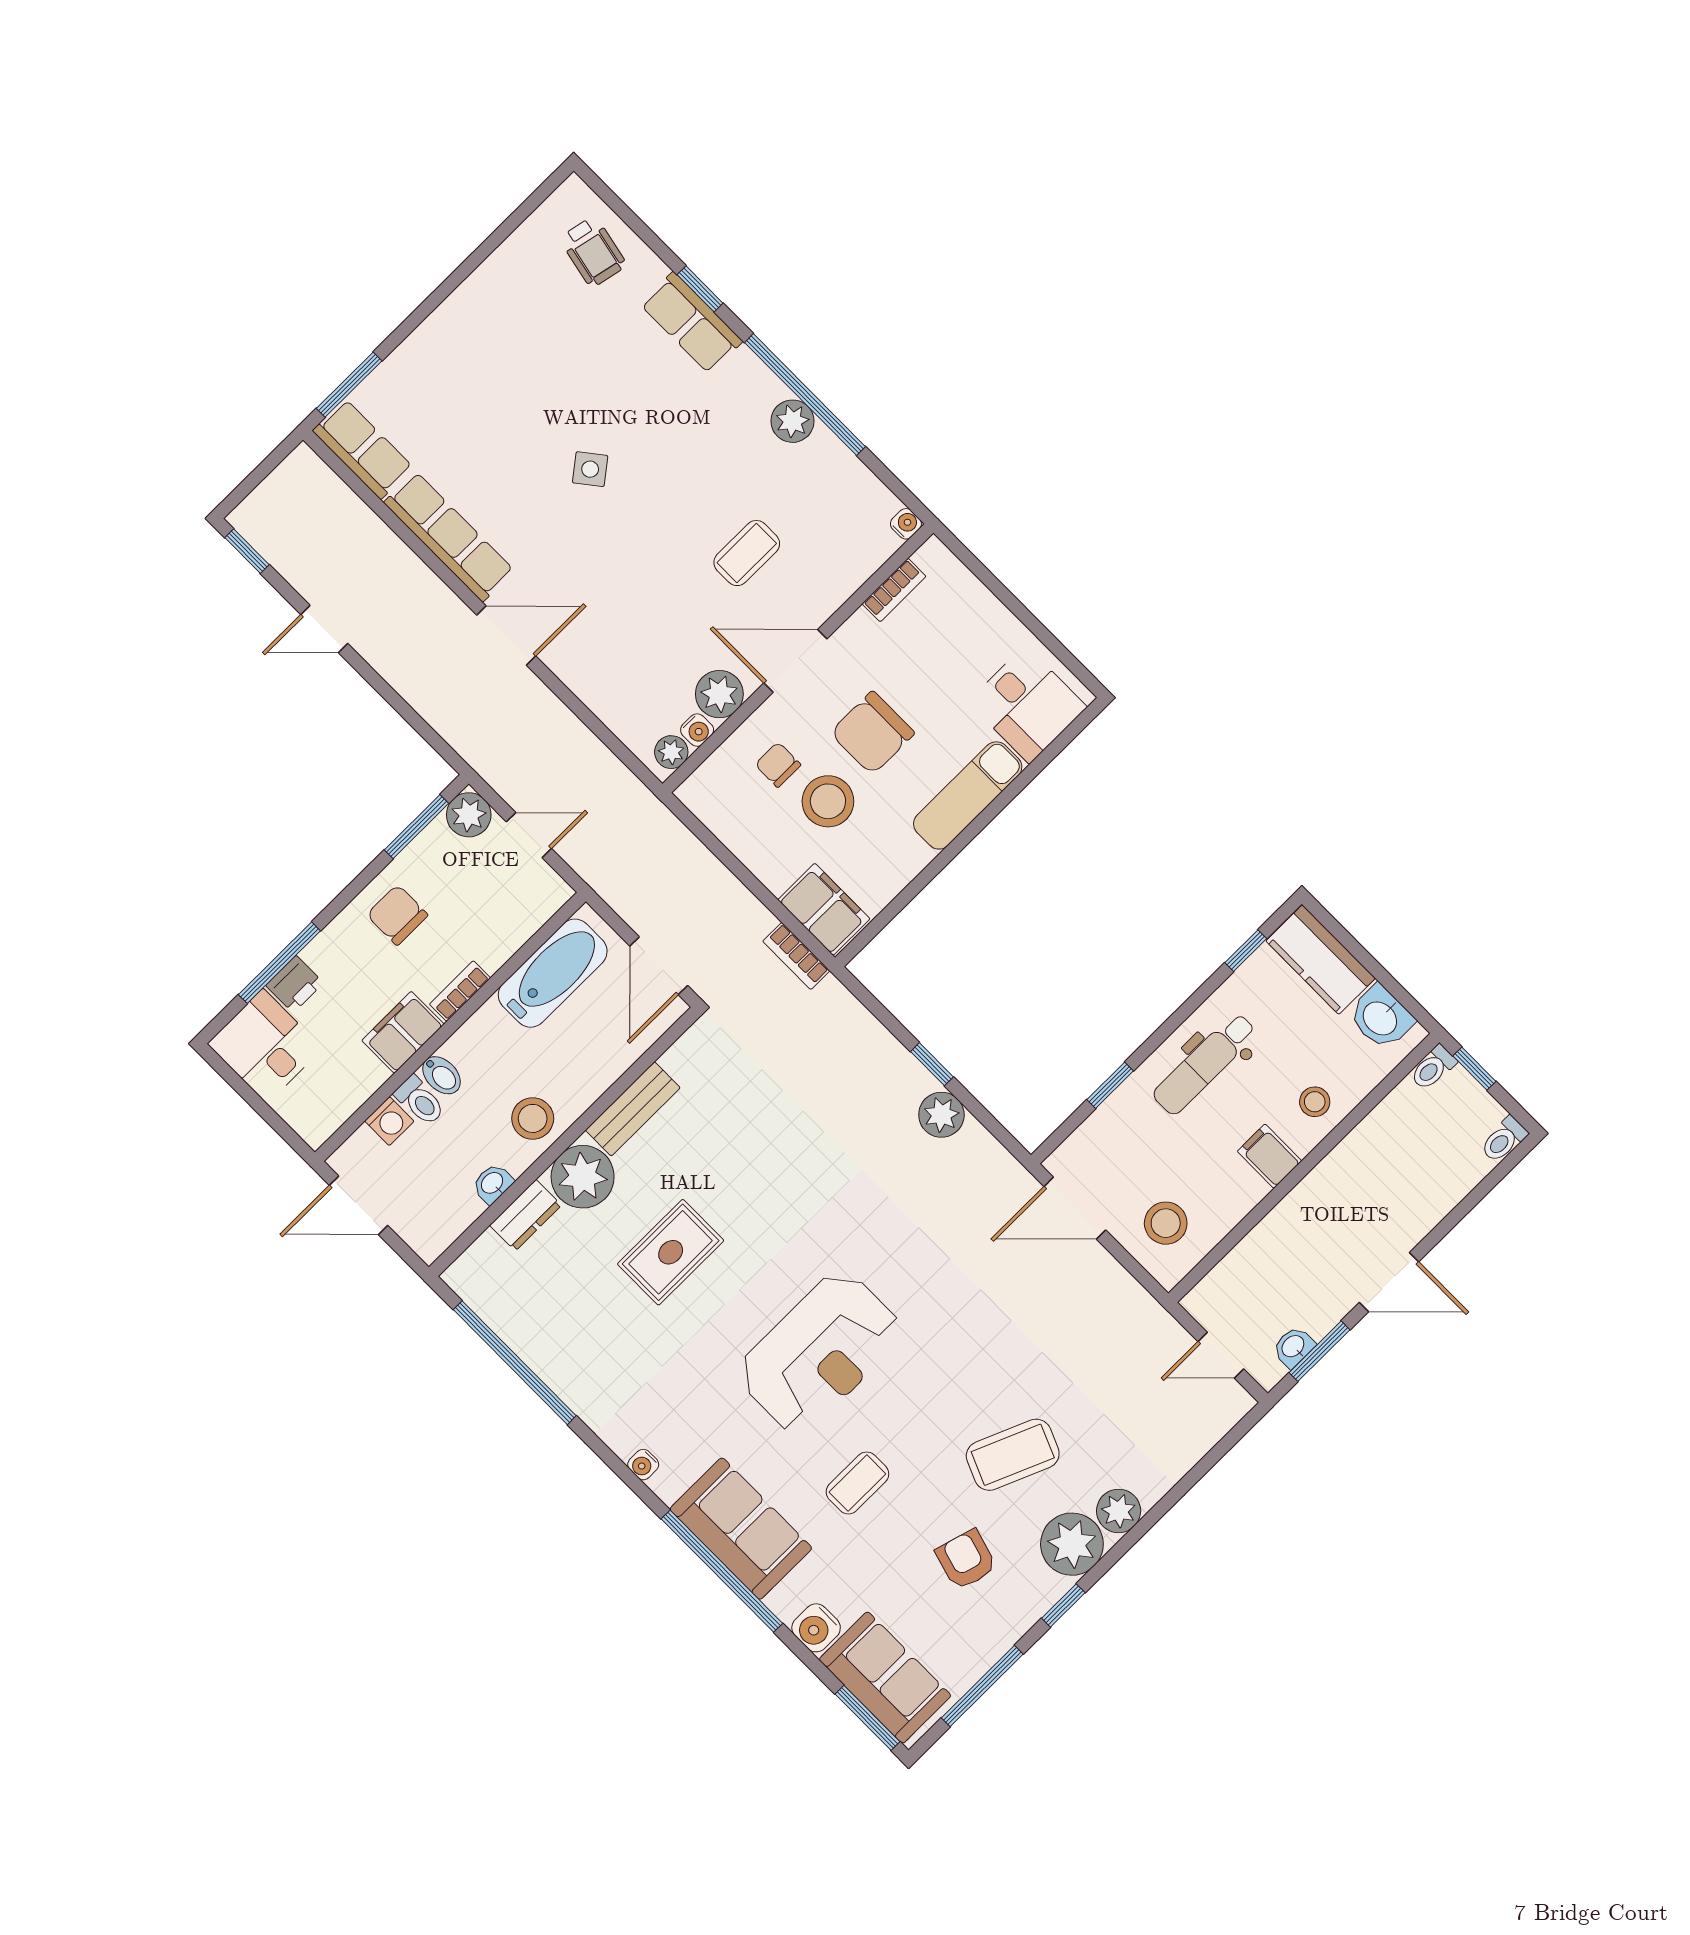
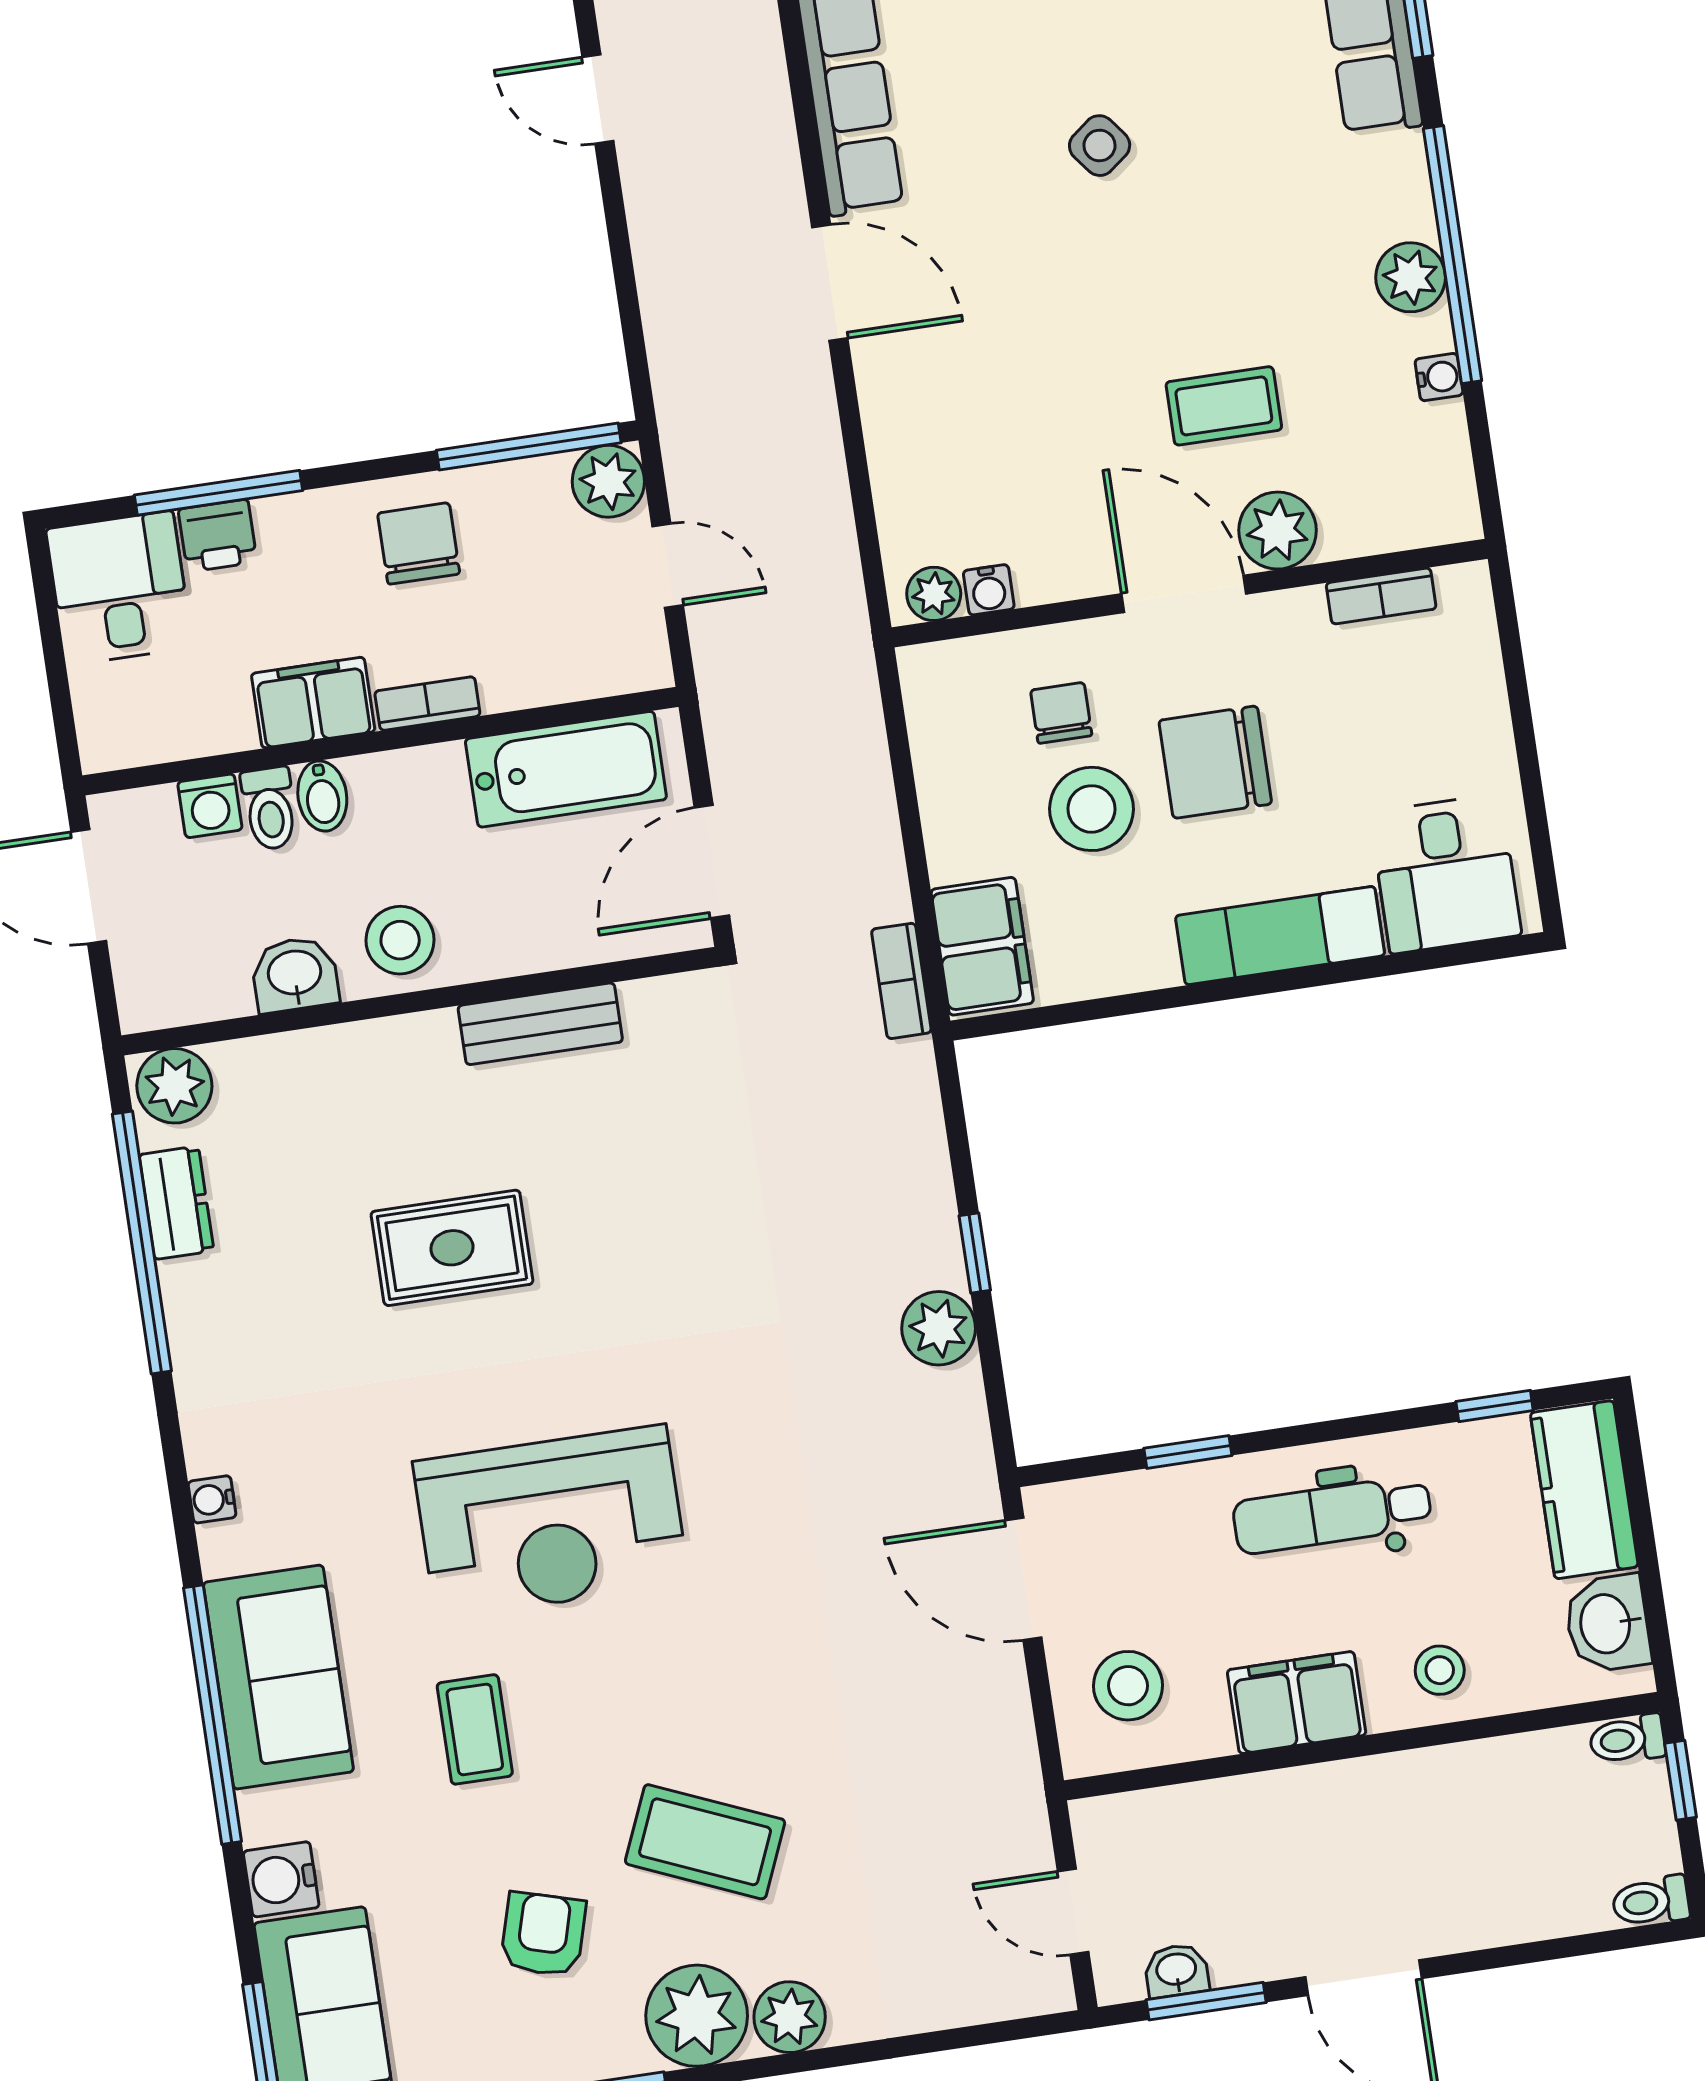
water cooler: (906, 524) -> (1439, 377), moved
plant: (719, 694) -> (1278, 531), moved
window: (417, 827) -> (529, 446), width x1.44
filing cabinet: (1269, 1156) -> (1297, 1703), width x2.00
plant: (583, 1177) -> (174, 1086), moved, width x0.73, depth x0.73
washbasin: (493, 1184) -> (295, 974), width x1.38, depth x1.45
dresser: (526, 1215) -> (176, 1203), moved, turned -90
coffee table: (857, 1483) -> (475, 1729), turned 90

